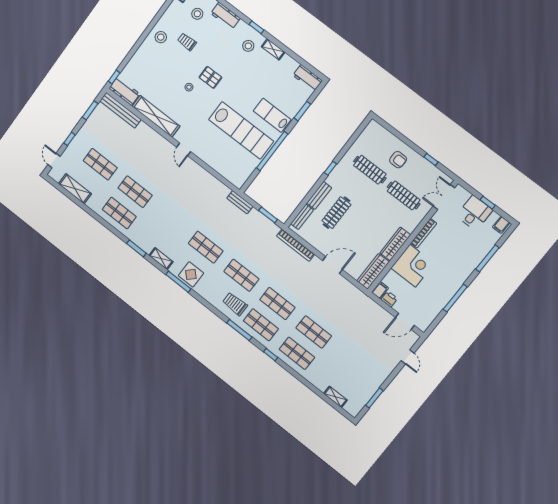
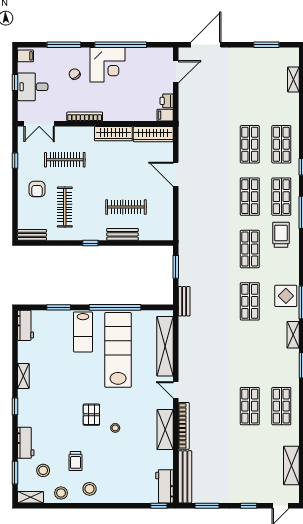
stool: (248, 46) -> (61, 493), moved
shelving: (156, 116) -> (165, 430), width x0.68
door: (184, 149) -> (176, 390), swing flipped
armchair: (398, 160) -> (37, 189), turned 180
shop shelf: (100, 164) -> (250, 459), removed
shelving: (219, 165) -> (165, 346), added
clothes rail: (404, 195) -> (65, 160), turned 90
bench: (302, 217) -> (32, 235), moved
bookcase: (296, 245) -> (184, 426), moved
chair: (460, 250) -> (75, 74), added
corner desk: (413, 266) -> (107, 65), moved, turned 180
window: (455, 298) -> (121, 45), width x1.46
trolley: (235, 304) -> (281, 235), turned 180
door: (405, 321) -> (176, 72), hinge flipped
door: (408, 357) -> (206, 45), width x1.87

